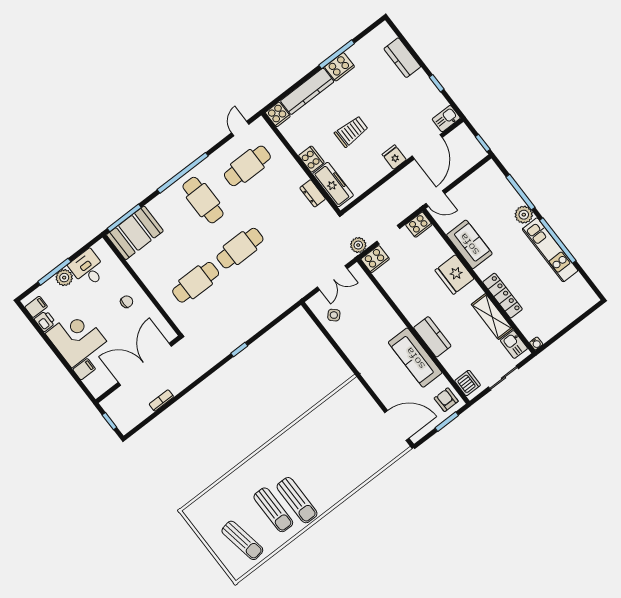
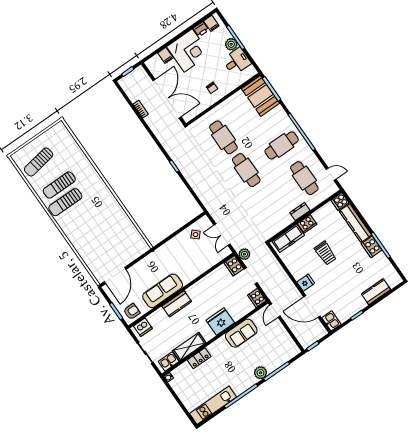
dresser: (313, 193) -> (300, 212), moved
kitchen unit: (550, 250) -> (213, 405), moved
locker: (503, 296) -> (199, 358), width x0.66

